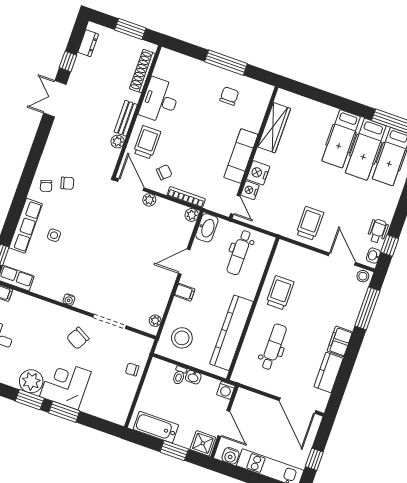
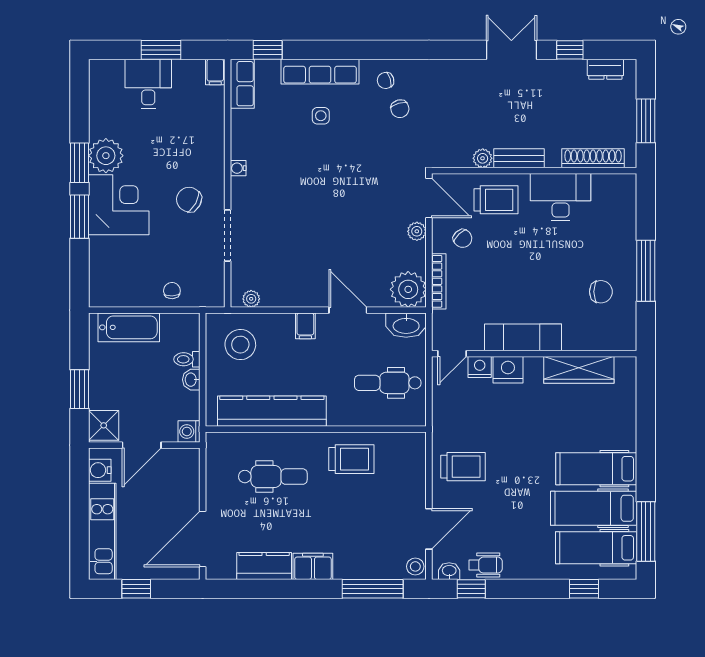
door: (131, 185) -> (429, 198), hinge flipped
plant: (192, 215) -> (408, 289), width x1.88, depth x1.88
bathtub: (156, 427) -> (129, 327), moved, turned 90

